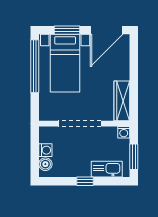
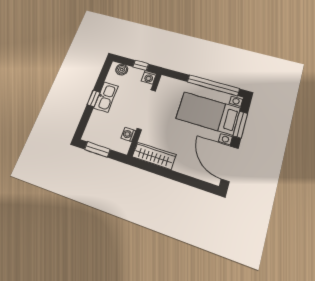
washing machine: (124, 132) -> (128, 134), moved
window: (35, 146) -> (141, 65), added
washing machine: (45, 150) -> (149, 77), moved
kitchen sink: (107, 169) -> (106, 97), moved

